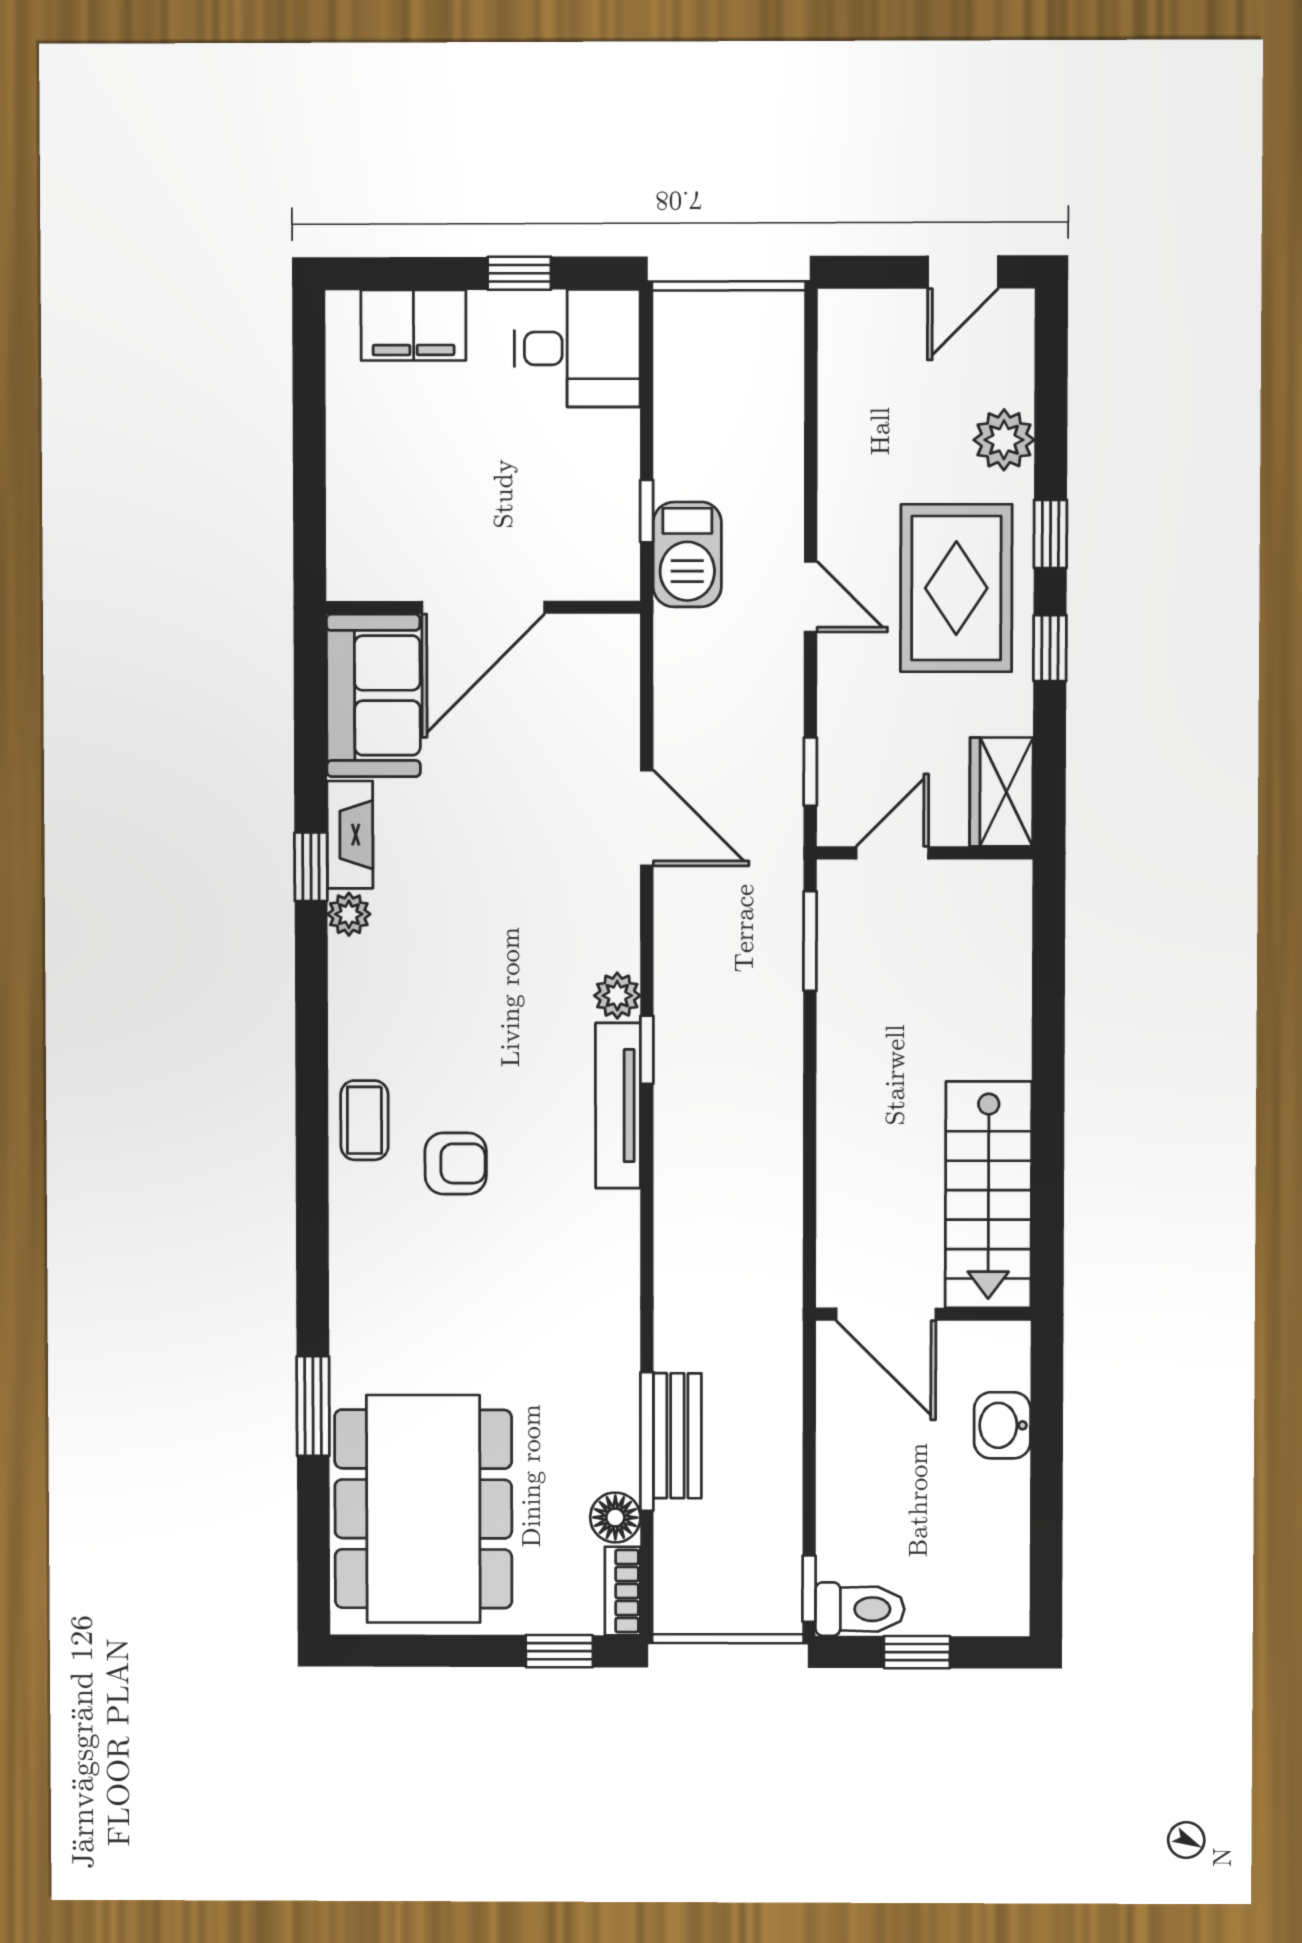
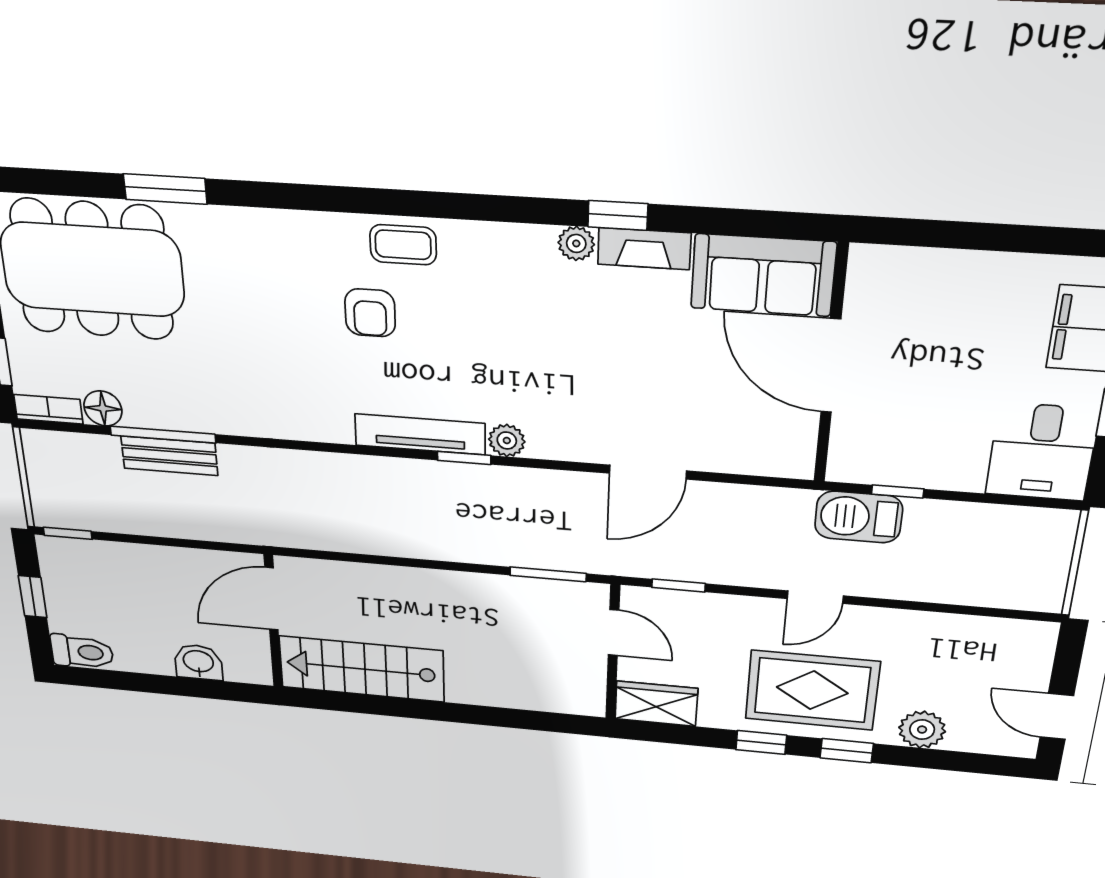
toilet: (860, 1609) -> (82, 652), moved, turned -90

